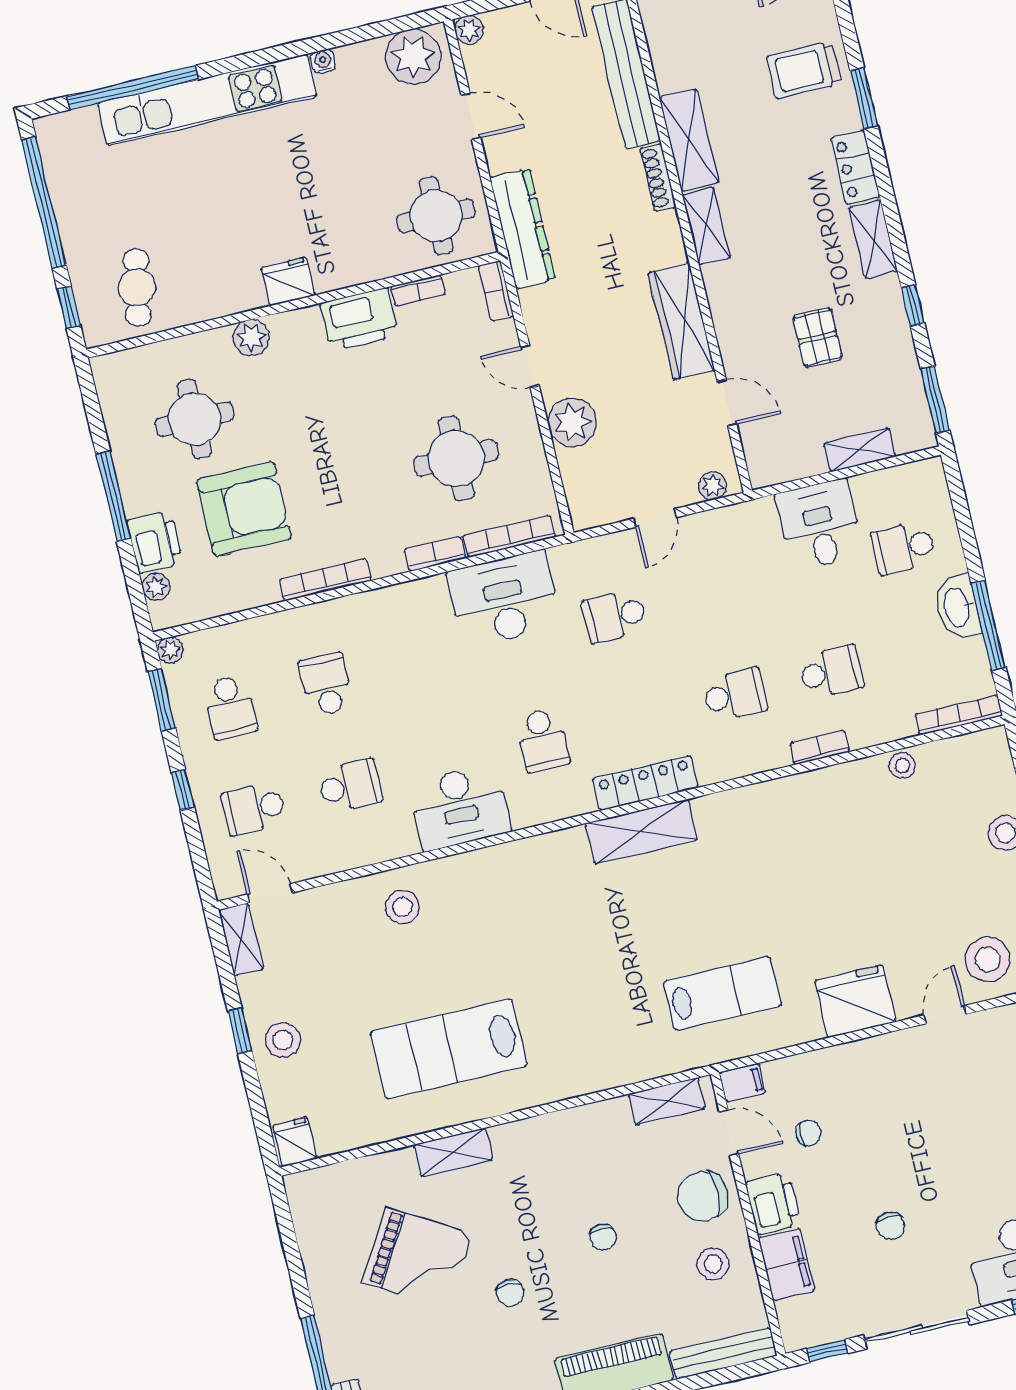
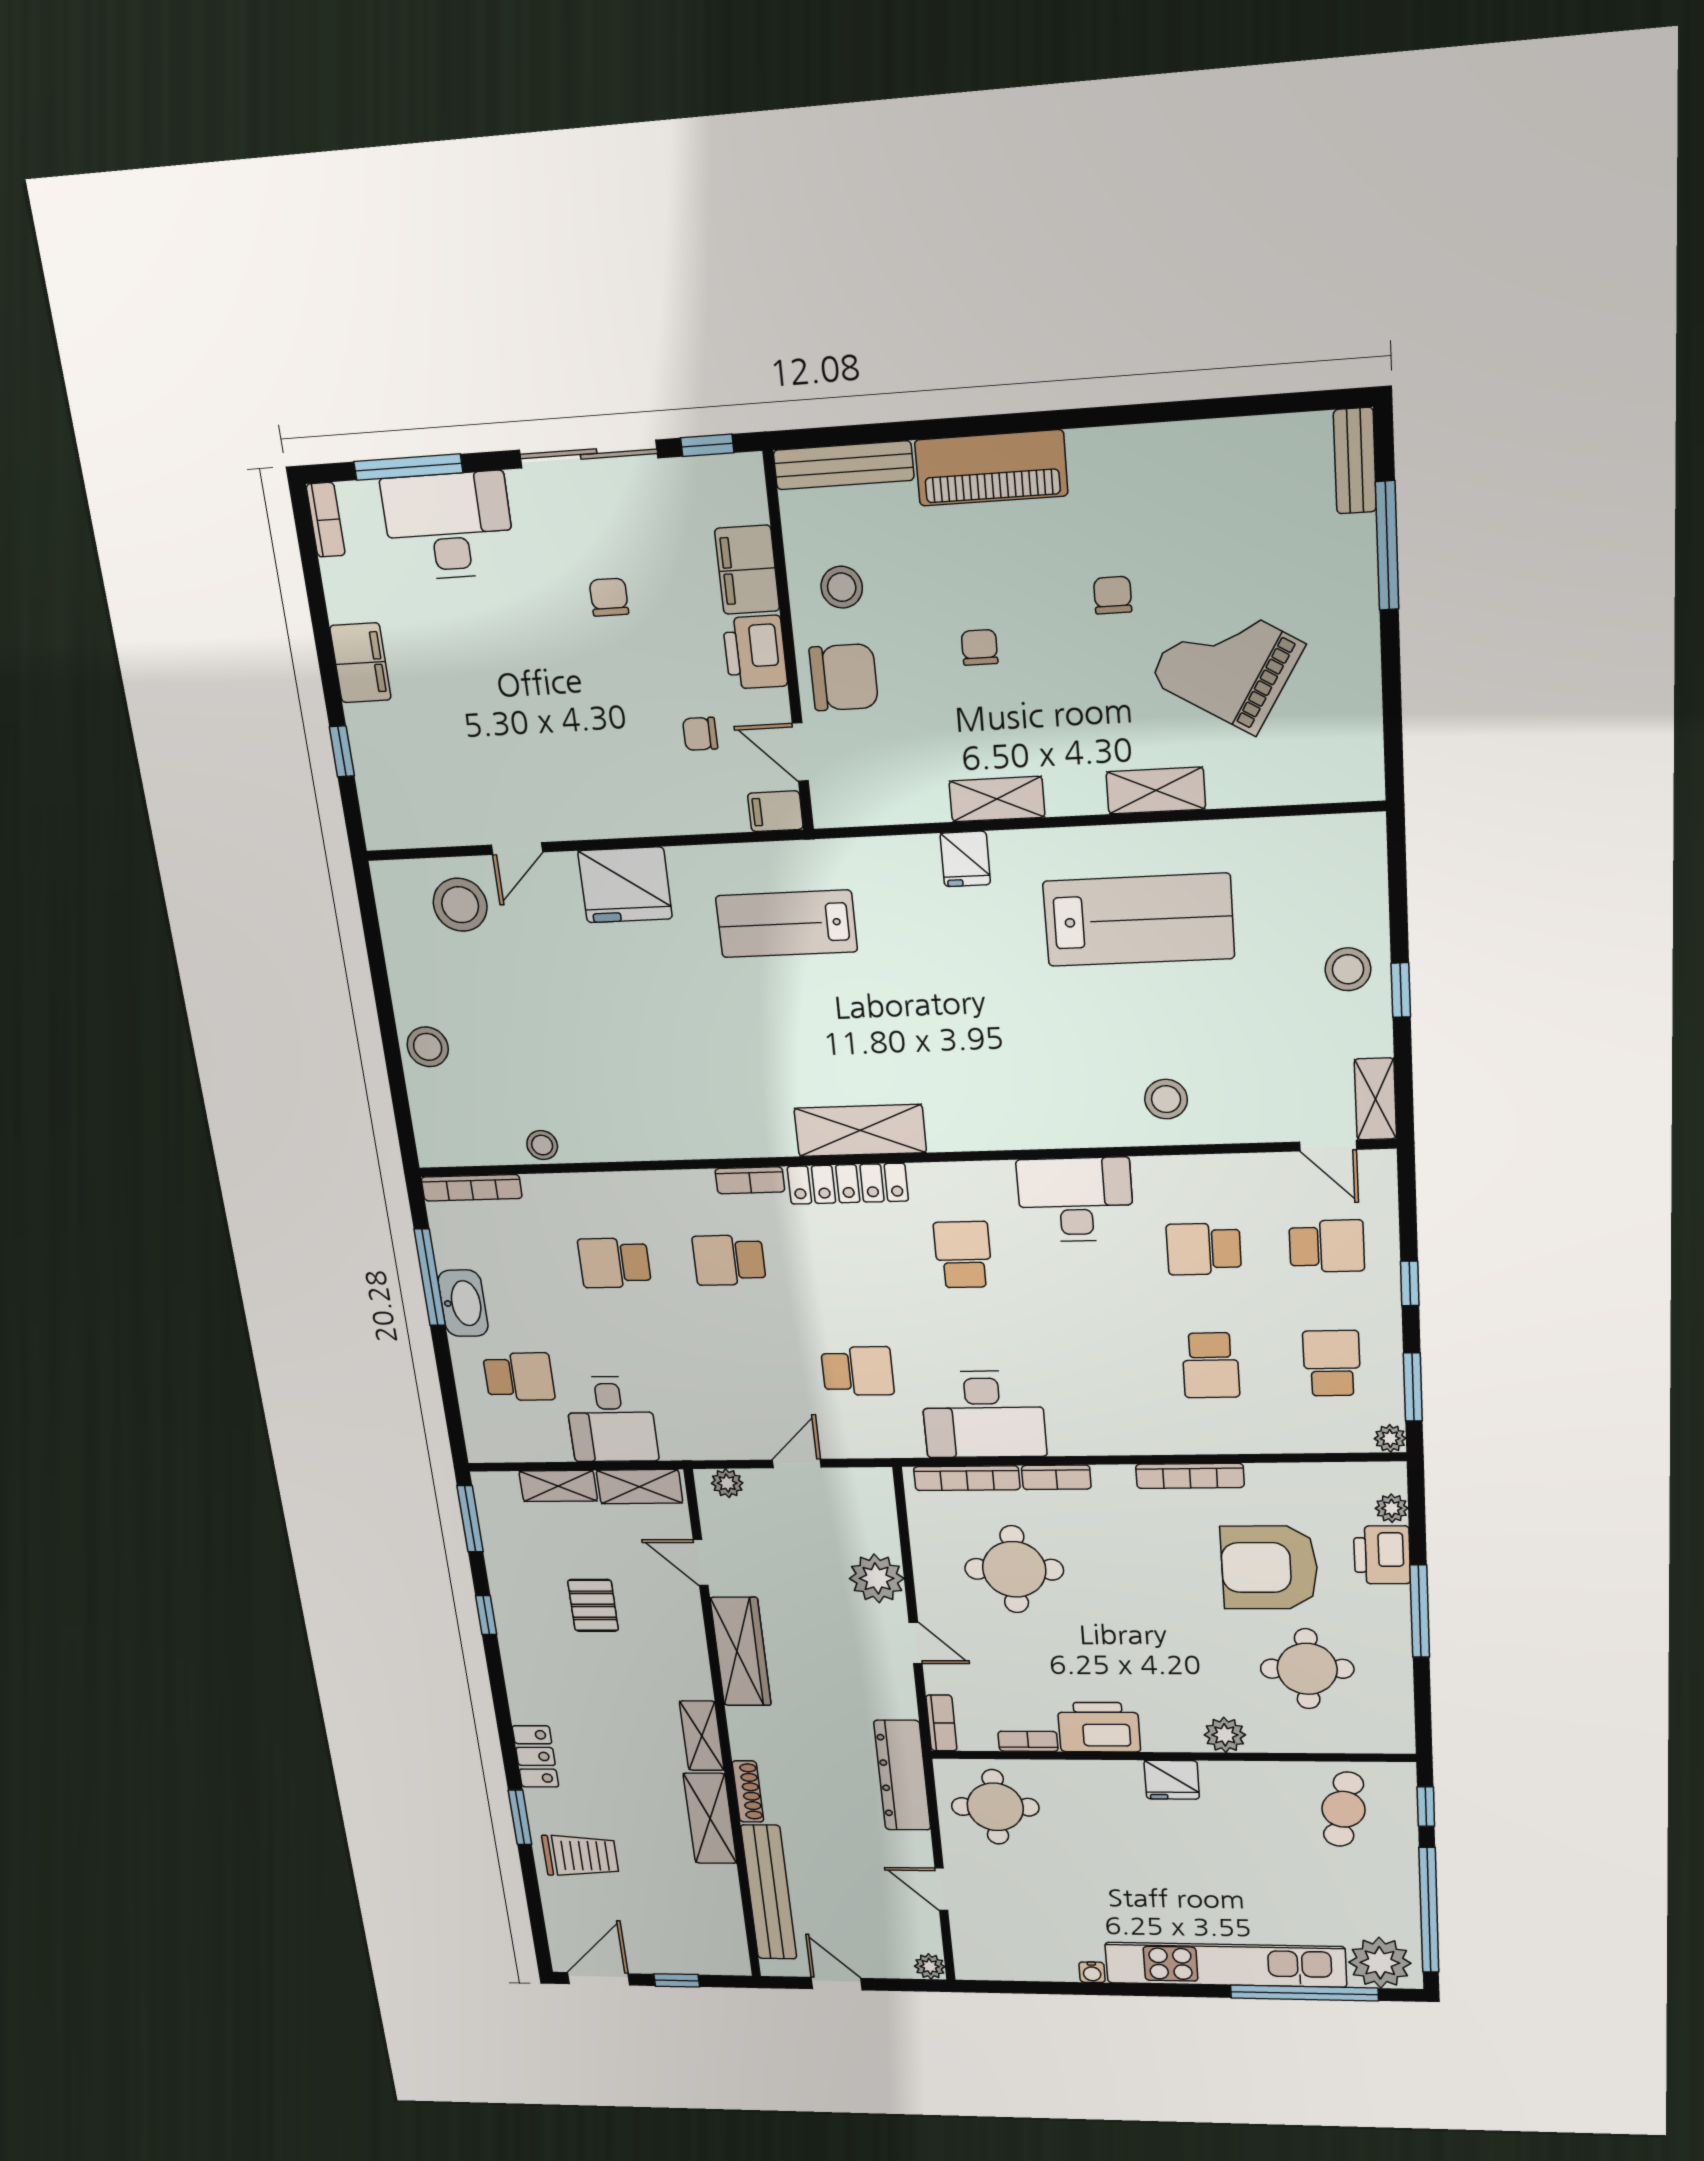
plant: (413, 57) -> (1380, 1963), moved
shelving: (873, 239) -> (640, 1487), moved, turned 90
bookcase: (820, 748) -> (750, 1180), moved
shelving: (667, 1101) -> (997, 799), moved
fridge: (295, 1142) -> (965, 859), moved

